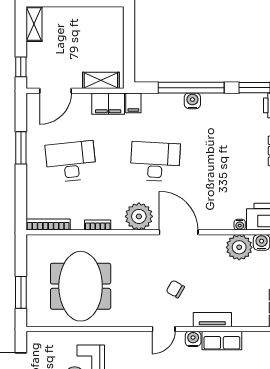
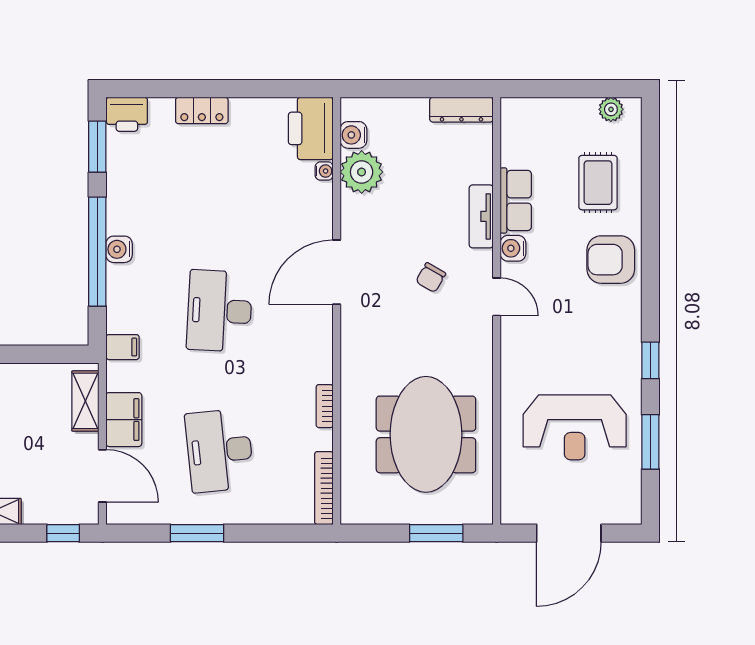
filing cabinet: (108, 104) -> (124, 420), moved
plant: (139, 216) -> (310, 338), removed
meeting table: (81, 286) -> (426, 434), turned 90

